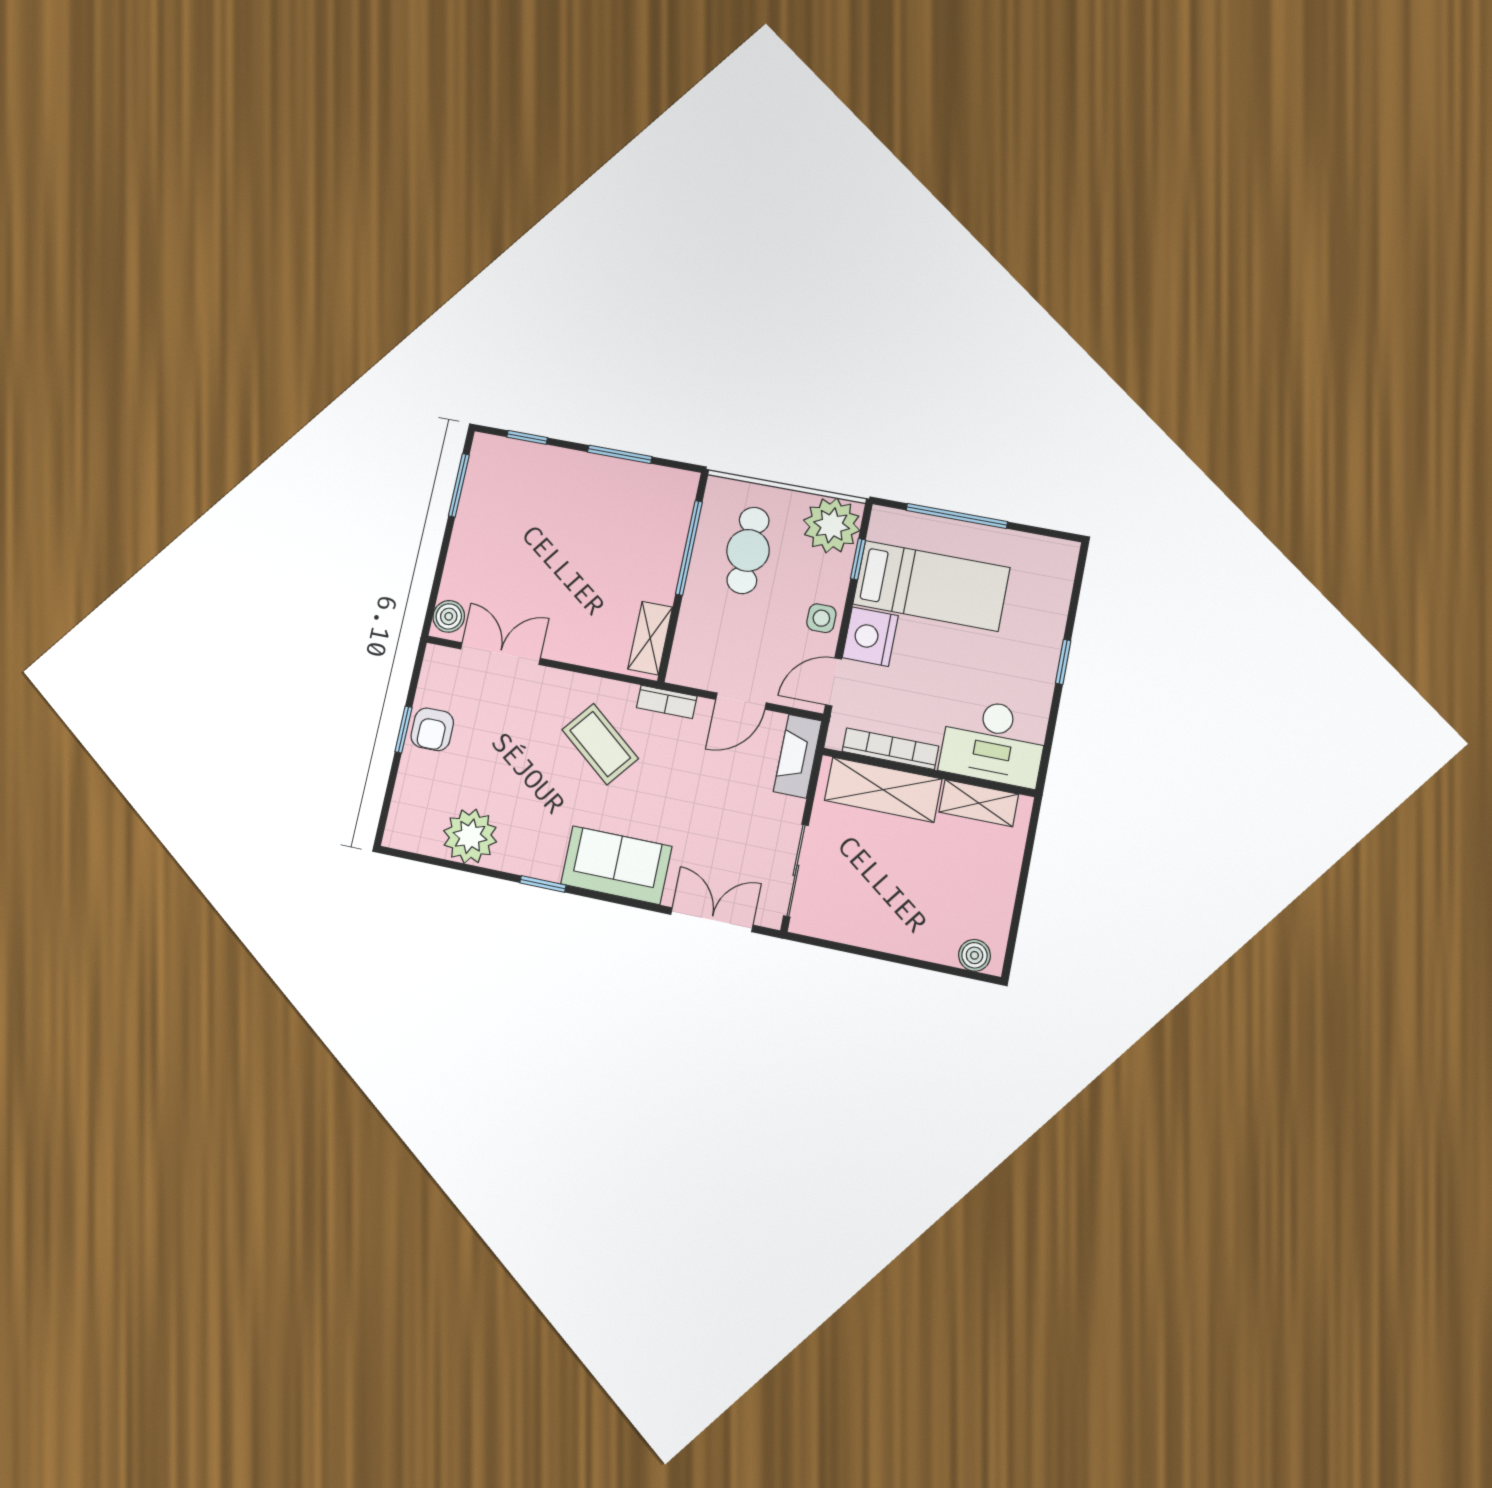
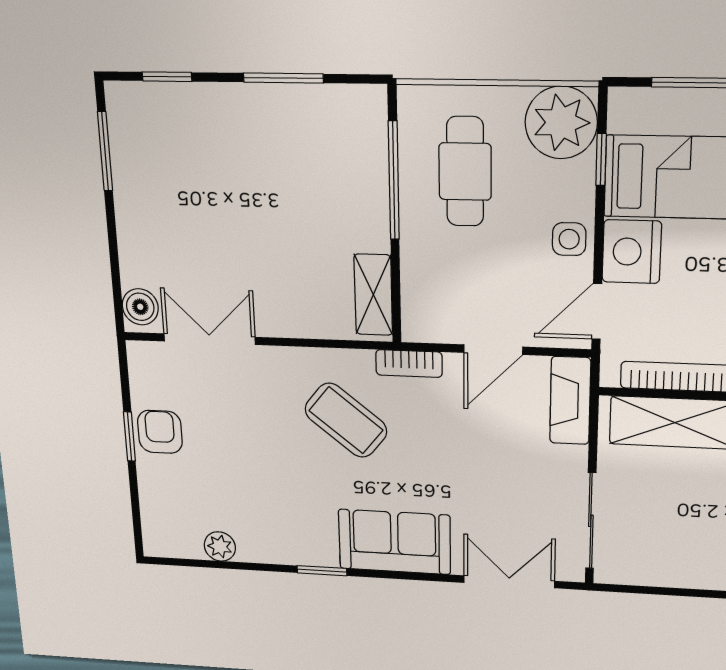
armchair: (432, 729) -> (160, 432), turned 180
plant: (470, 836) -> (220, 546), width x0.53, depth x0.53

